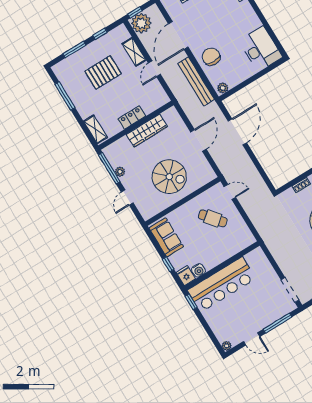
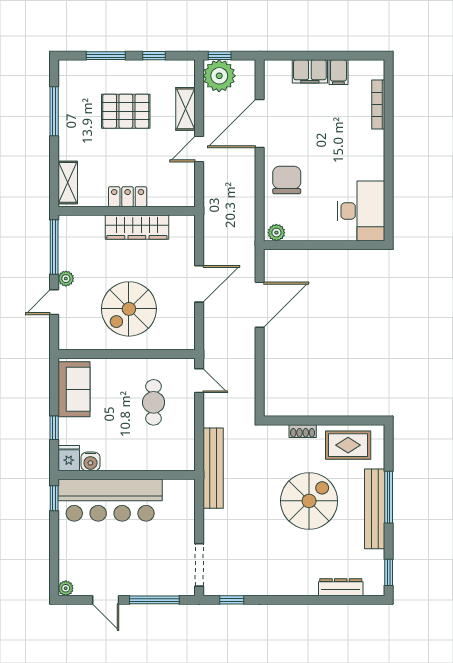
bench: (196, 81) -> (213, 468), moved
plant: (120, 172) -> (66, 279), moved
spiral stairs: (169, 177) -> (129, 309), turned 90
cafe table: (213, 218) -> (154, 402), turned 39

